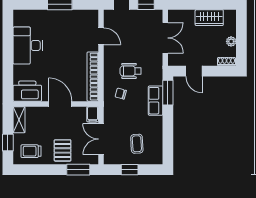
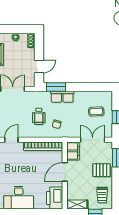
filing cabinet: (93, 114) -> (73, 151), width x2.00
double door: (101, 139) -> (93, 140), swing flipped

